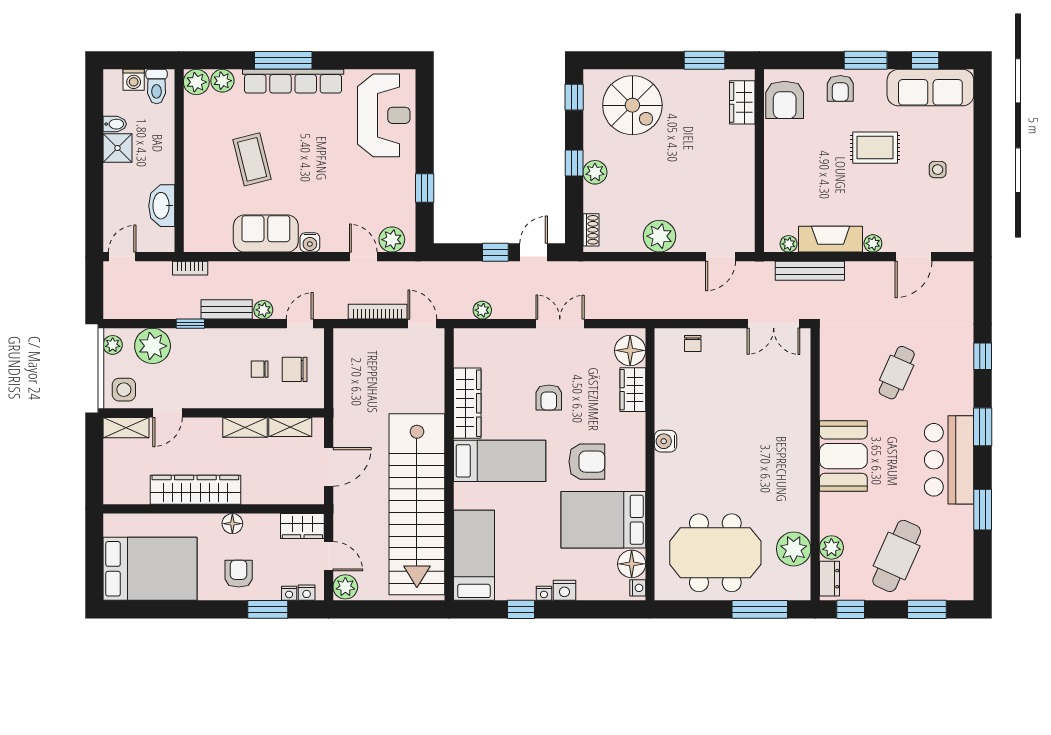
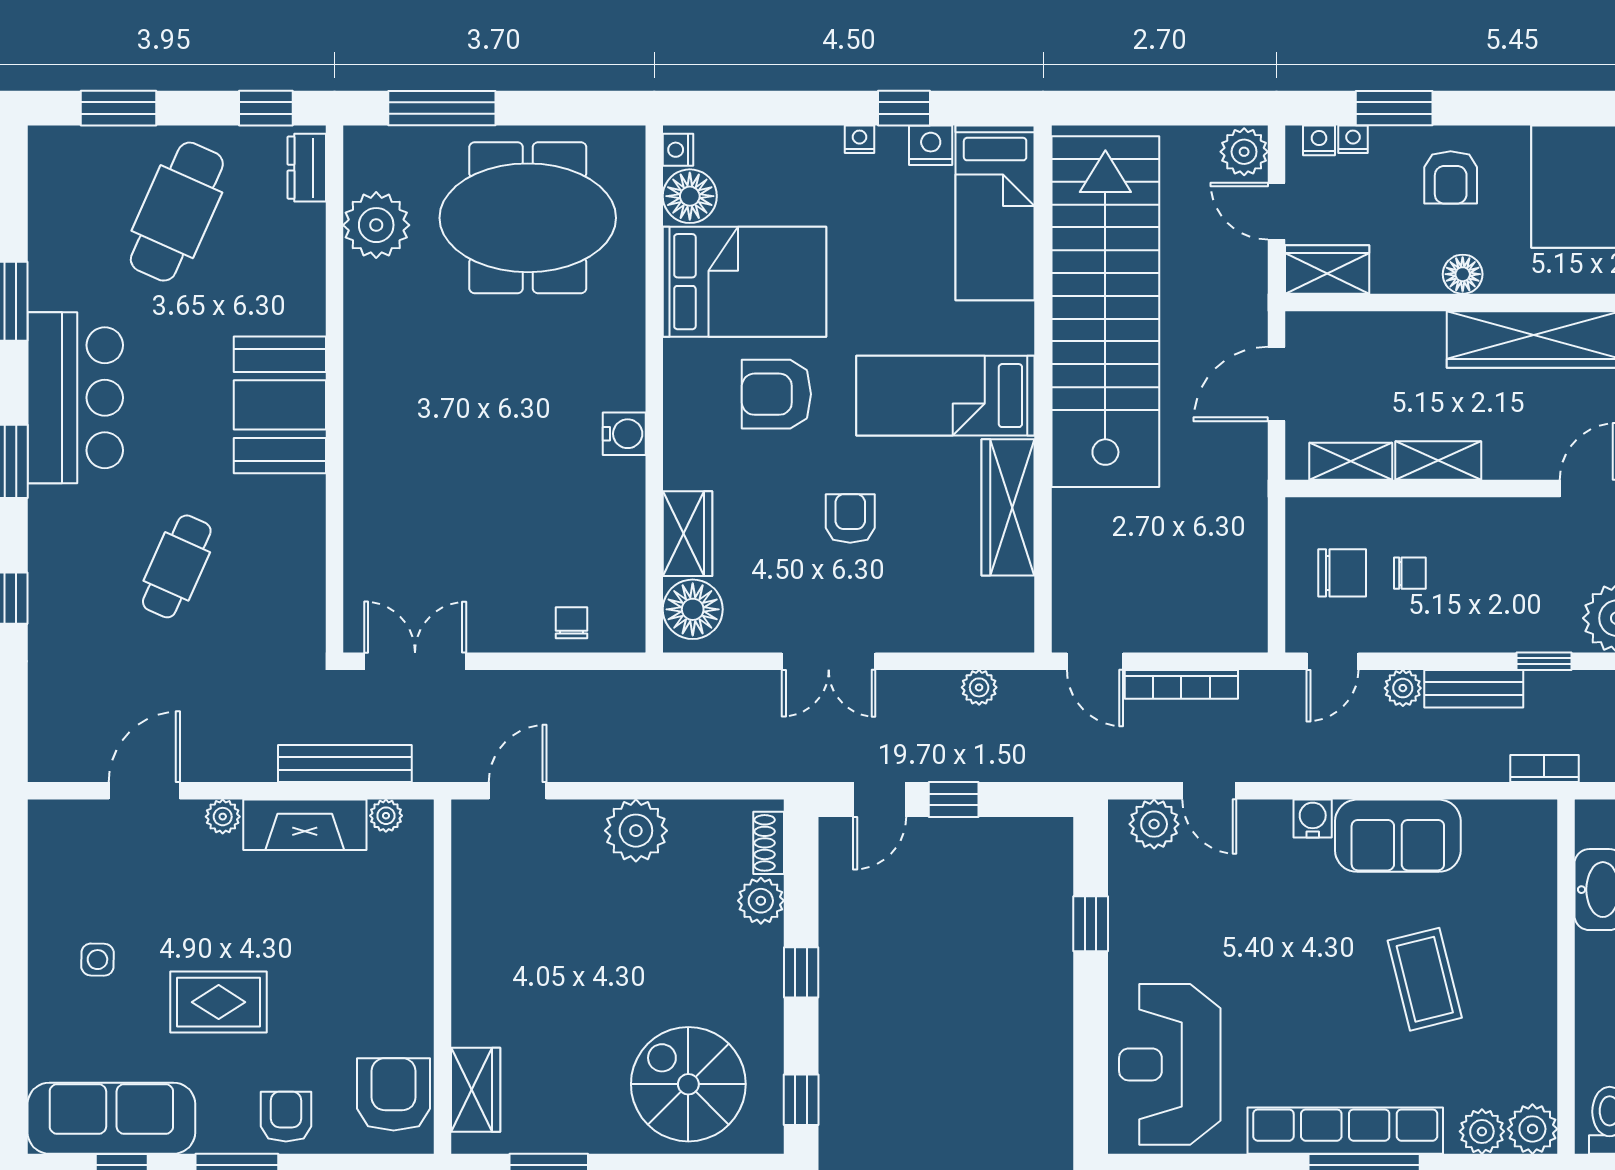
plant: (595, 172) -> (761, 901), moved
plant: (831, 547) -> (303, 228), removed
nightstand: (564, 590) -> (931, 145), moved

